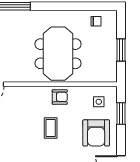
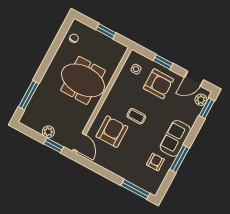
armchair: (60, 97) -> (112, 132), moved, width x1.88, depth x1.88
window: (121, 113) -> (163, 62), moved

